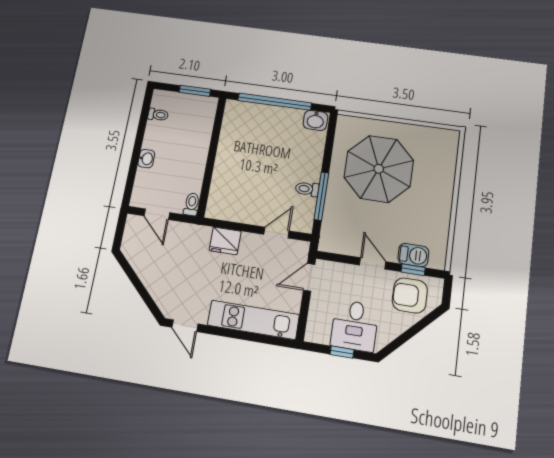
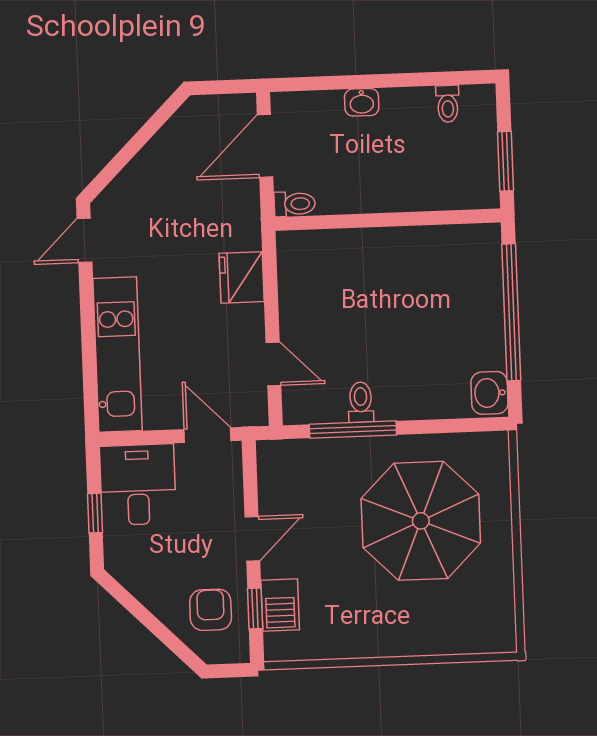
door: (157, 214) -> (265, 146), width x1.38
armchair: (410, 295) -> (211, 610), width x0.72, depth x0.72
desk: (355, 326) -> (138, 485), moved, turned 90

